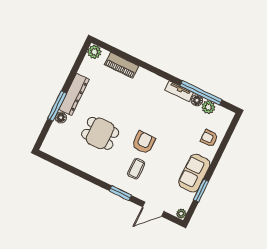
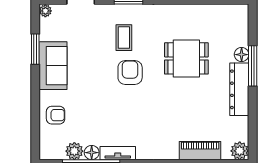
armchair: (144, 143) -> (130, 72), turned 180

